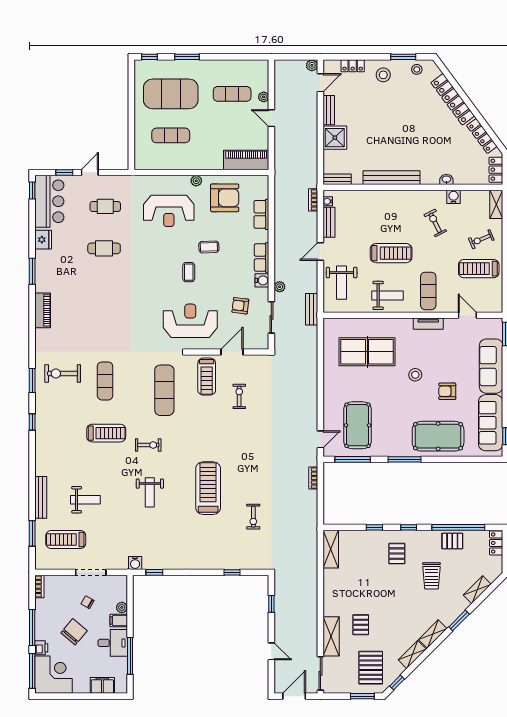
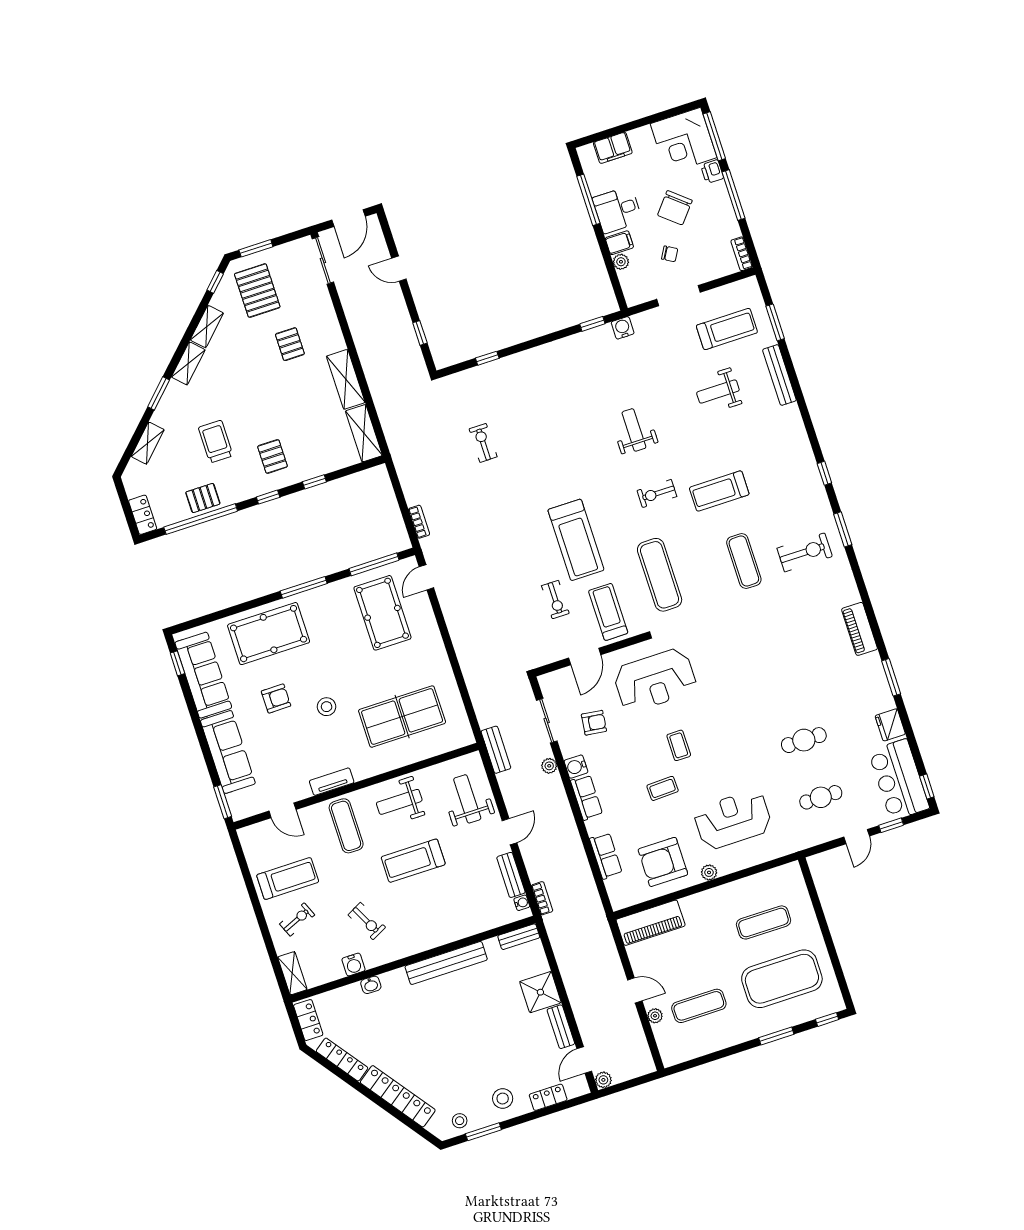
treadmill: (208, 488) -> (576, 540), moved
shelving: (331, 636) -> (346, 379), moved

